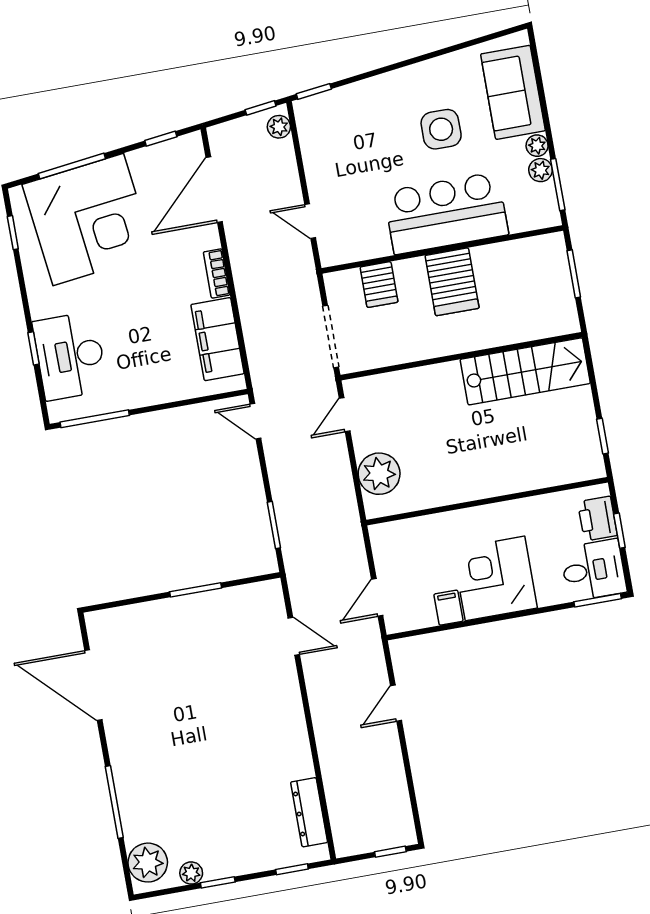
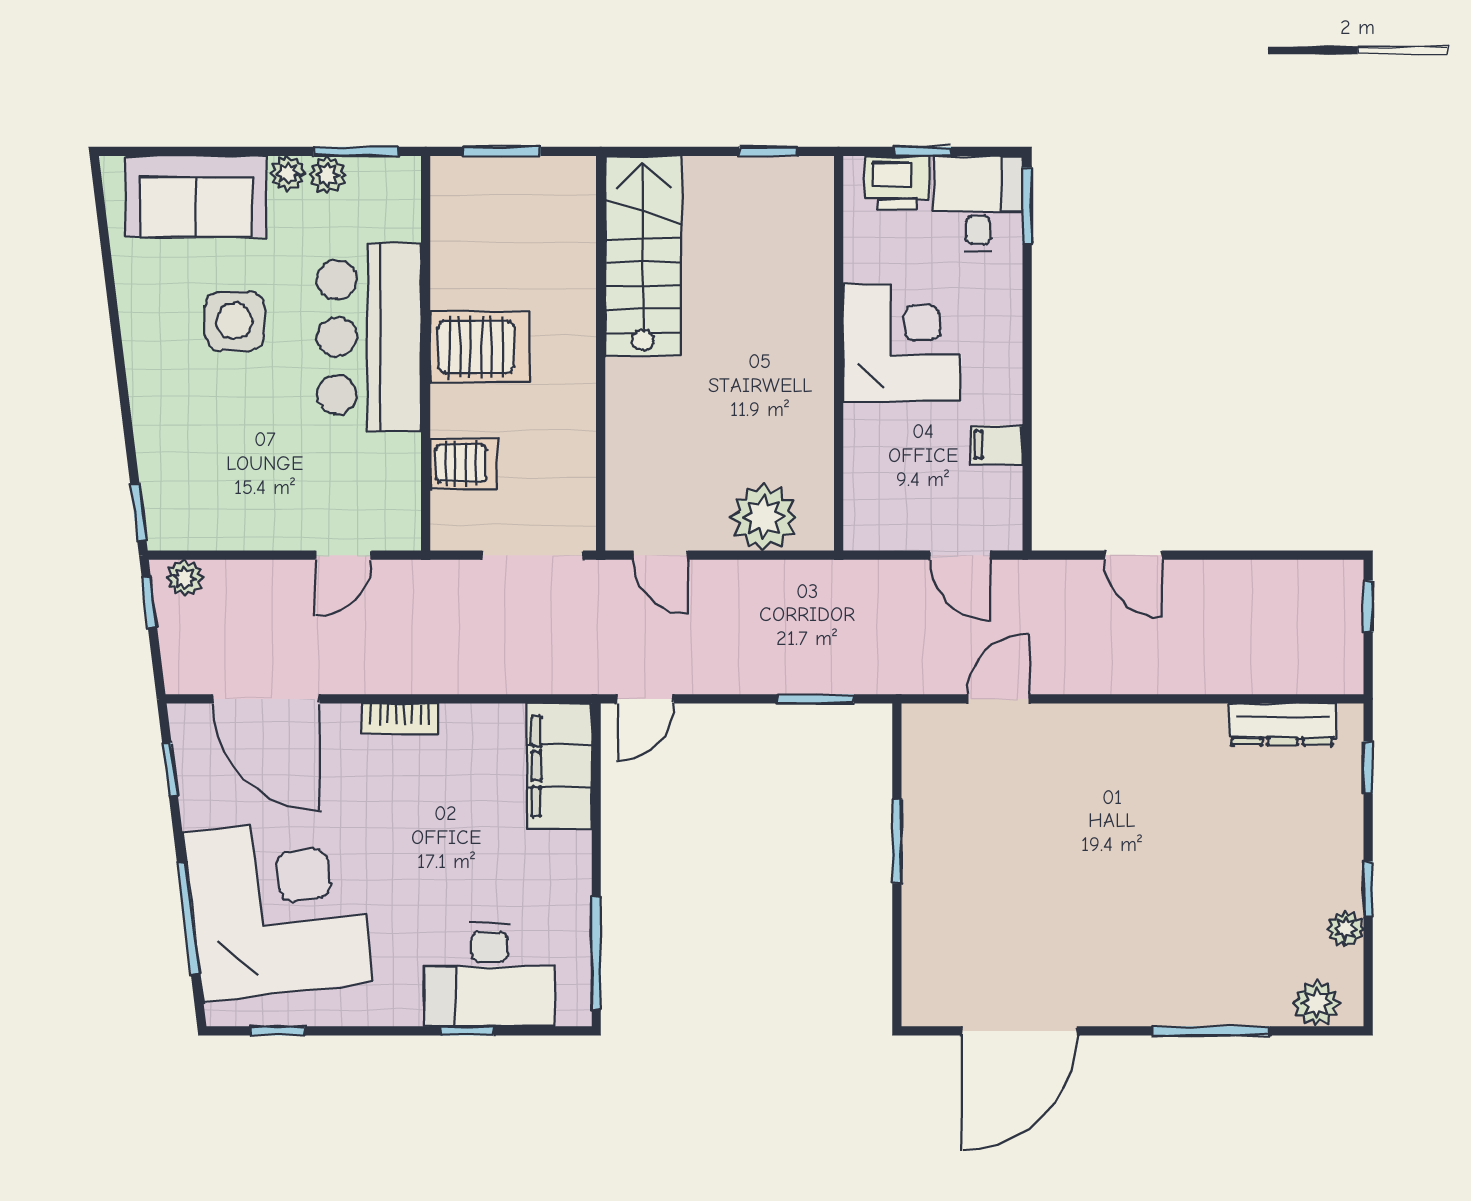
filing cabinet: (217, 339) -> (559, 766), moved, turned 90
corner desk: (495, 578) -> (902, 343), moved, turned 180
plant: (148, 863) -> (1317, 1003), width x0.73, depth x0.73

